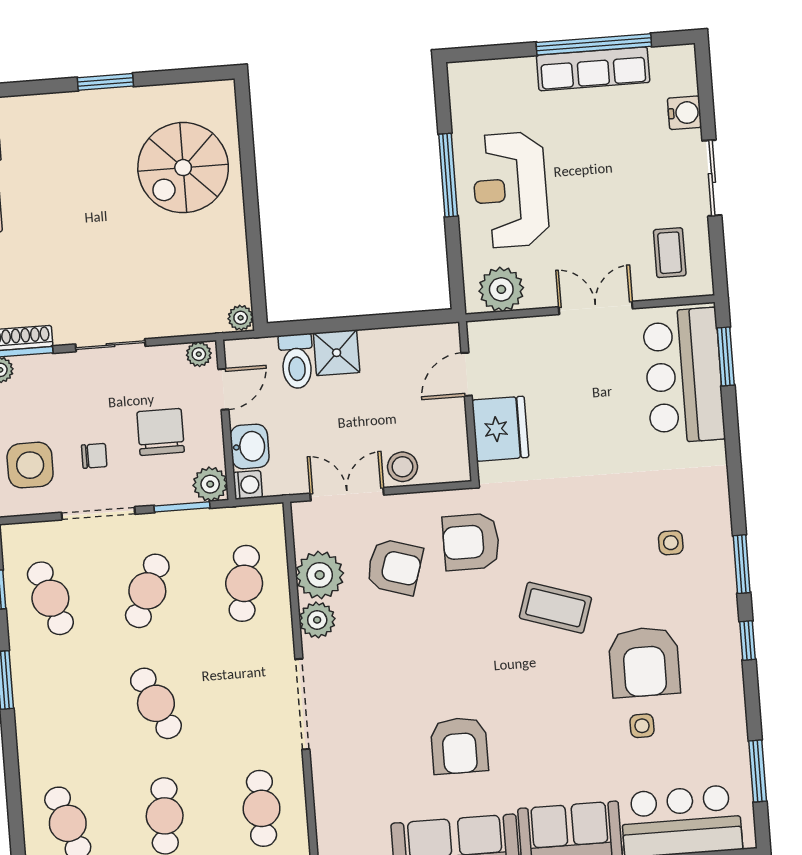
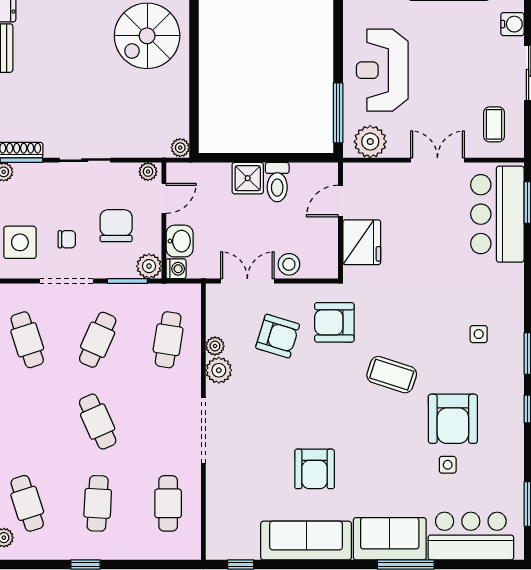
window: (448, 175) -> (338, 113), moved
toilet: (296, 361) -> (277, 182), moved
plant: (320, 575) -> (215, 346), width x0.53, depth x0.53

